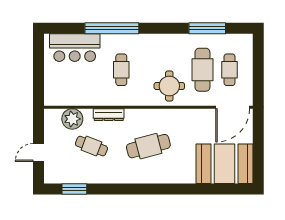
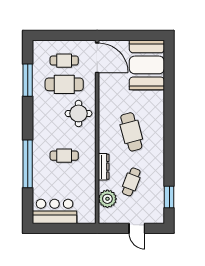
bar counter: (75, 48) -> (55, 211), moved, turned -90

